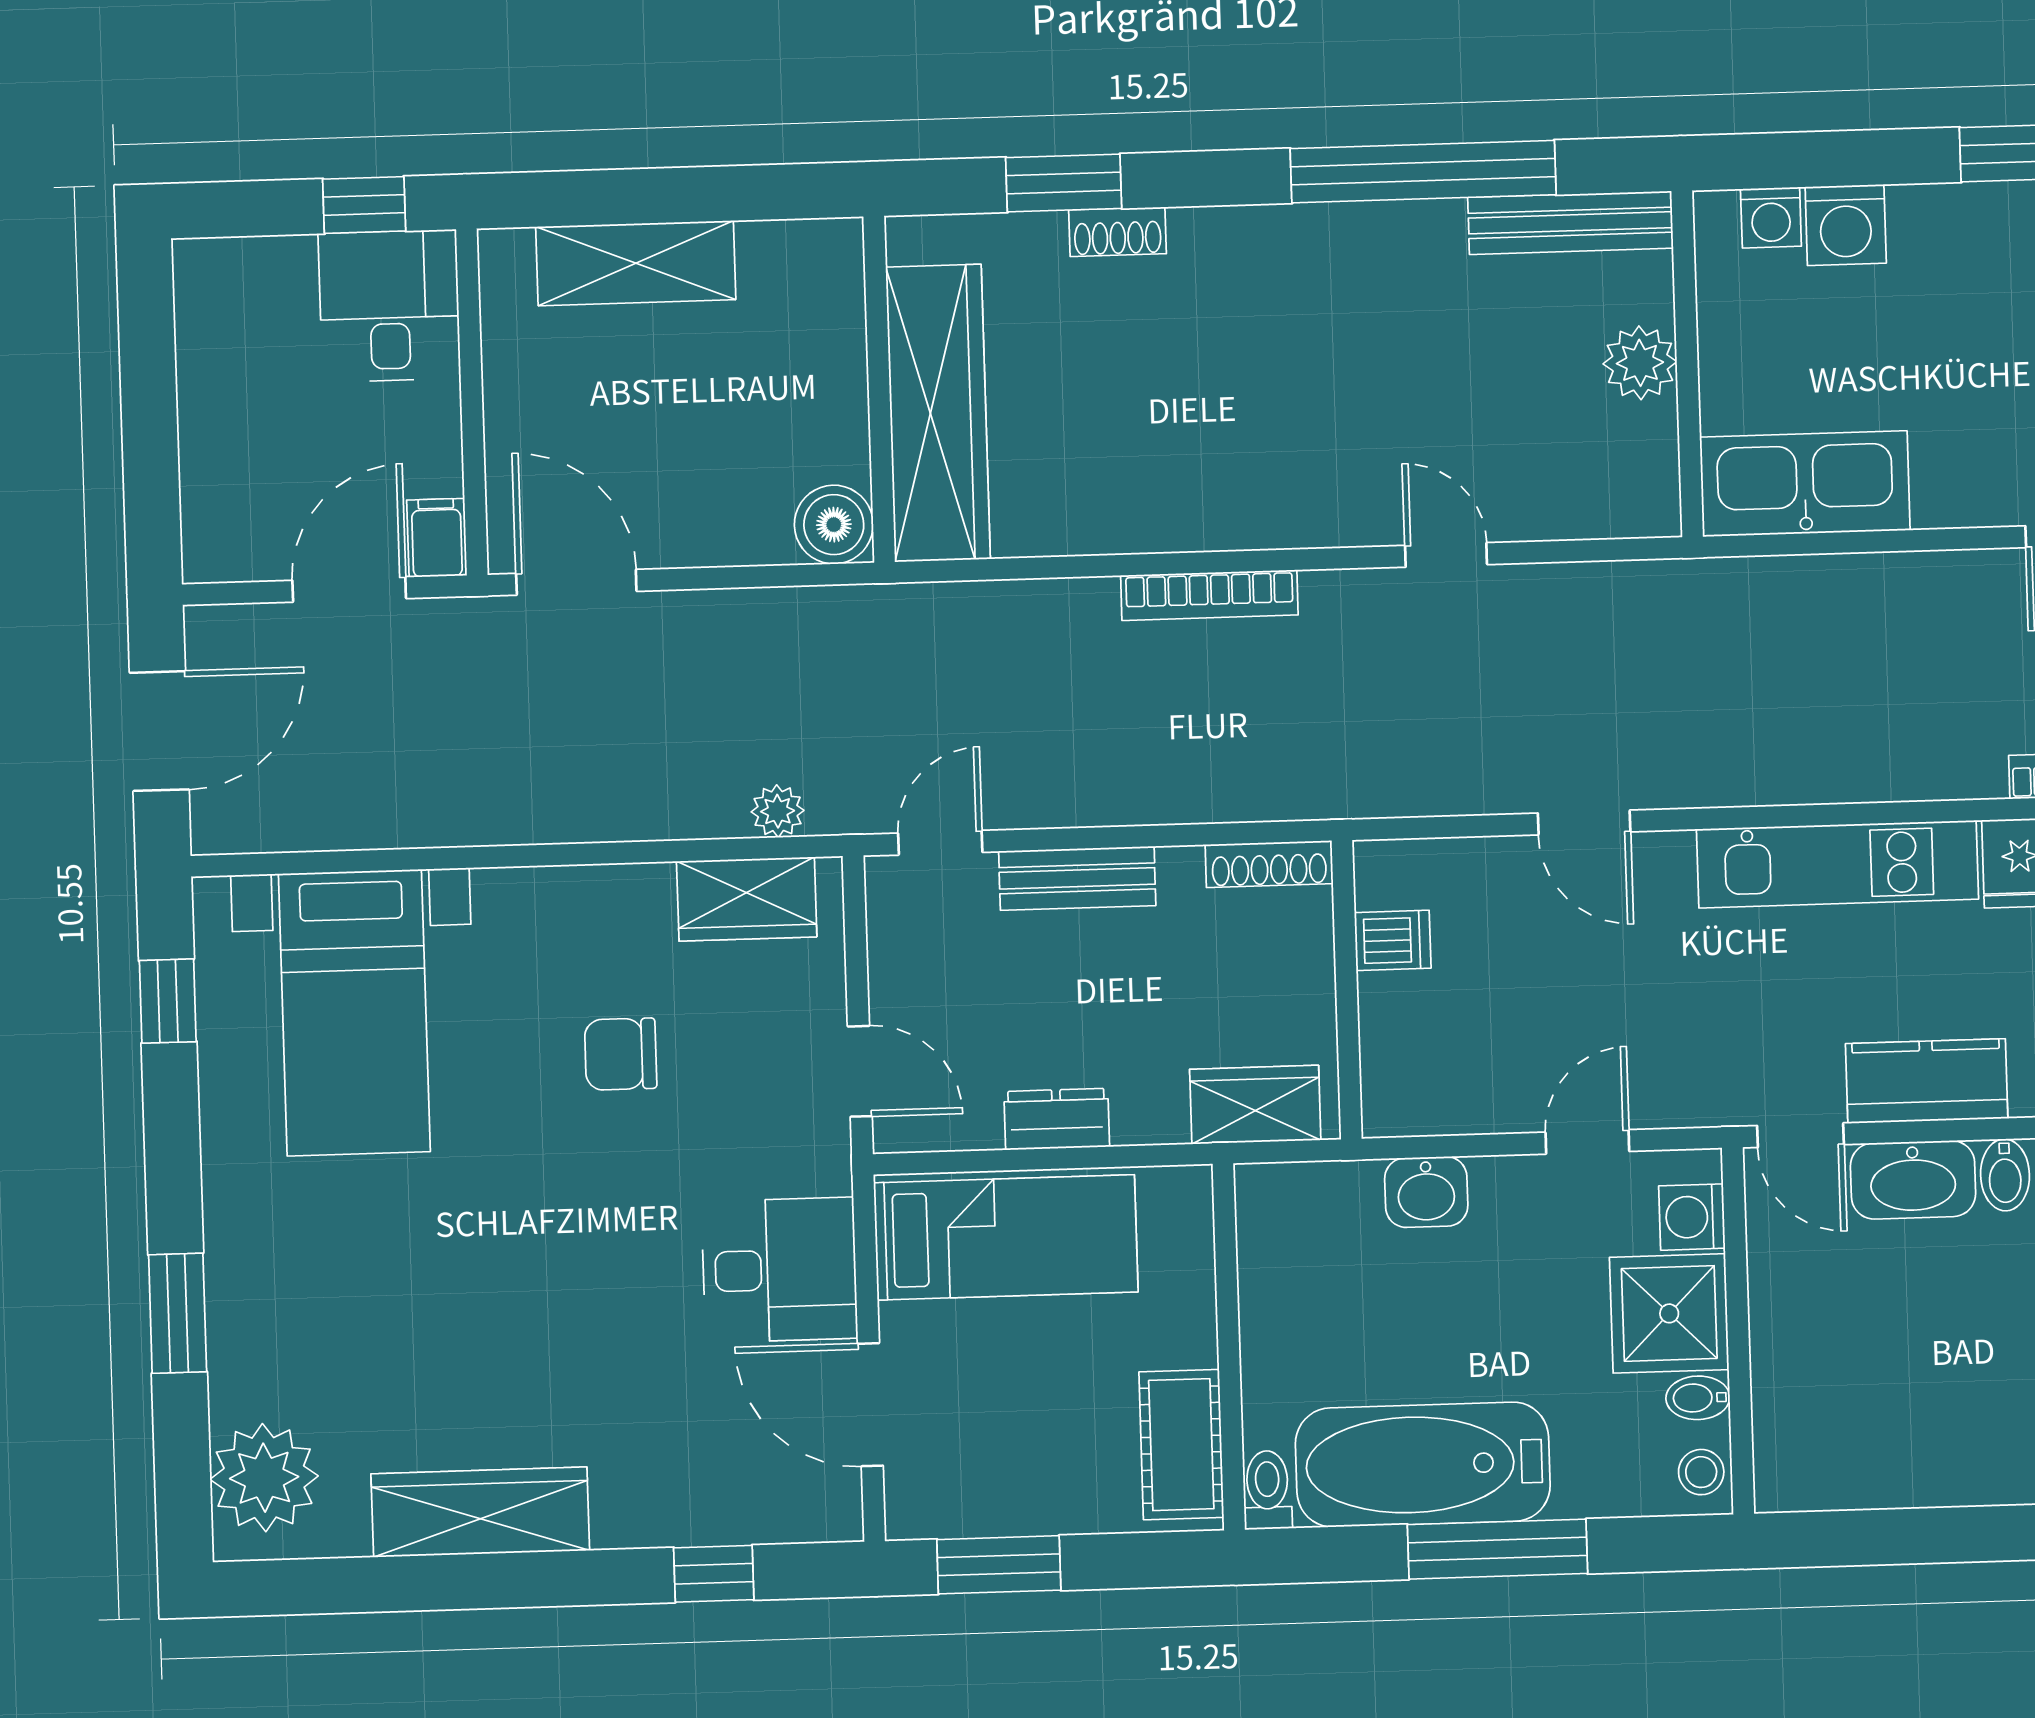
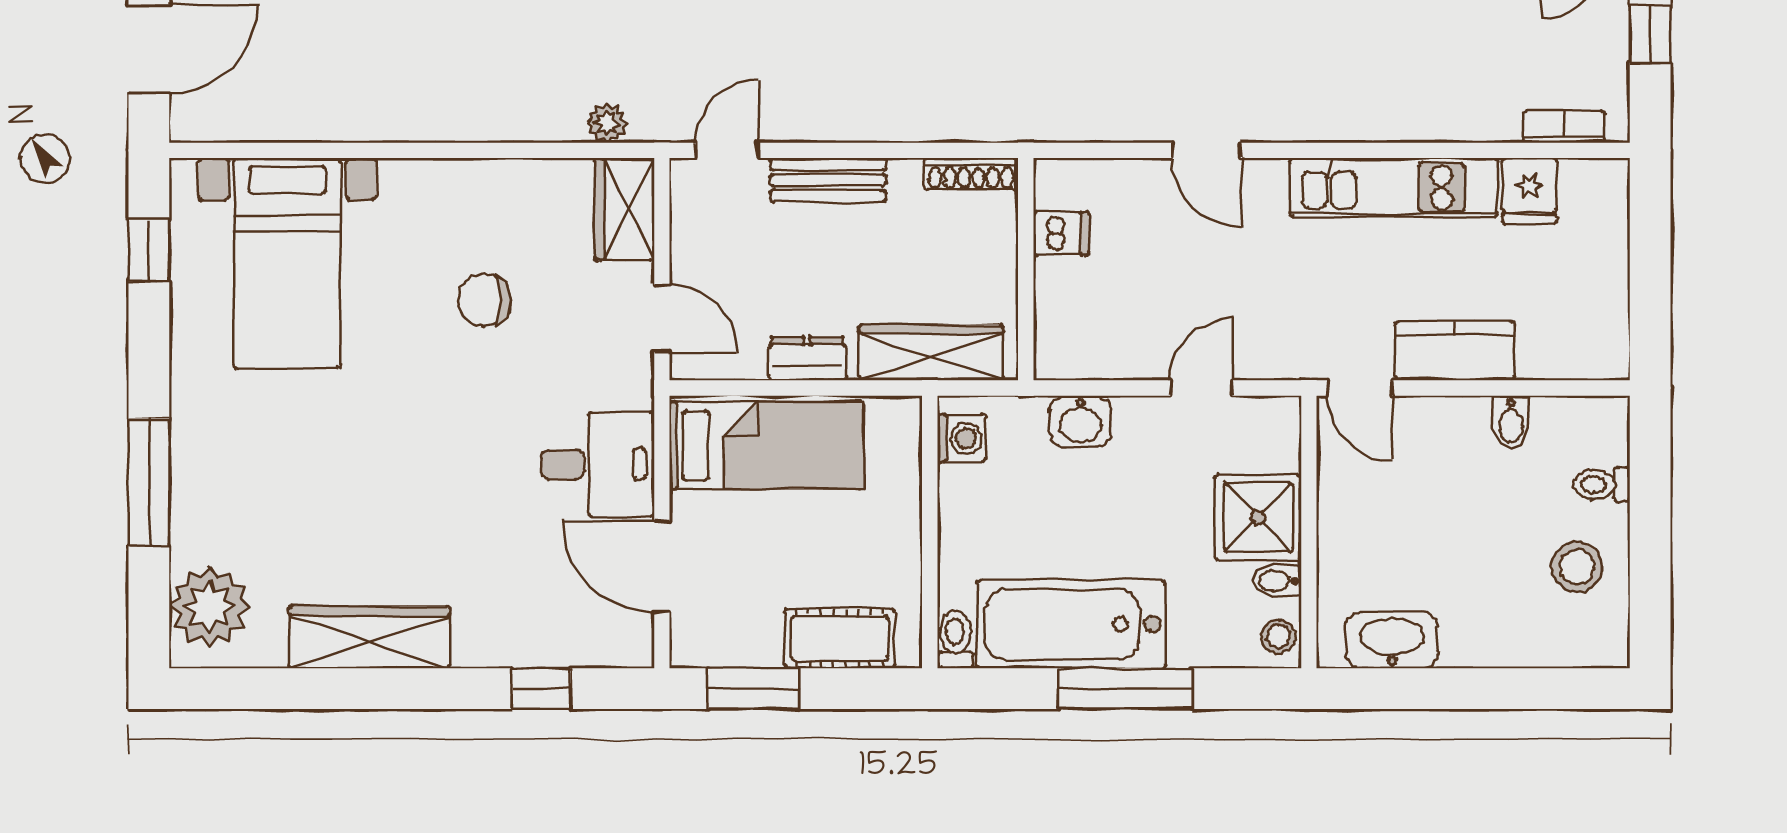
wardrobe: (747, 899) -> (625, 209), moved, turned 90
wardrobe: (1255, 1105) -> (931, 353), width x1.50
washbasin: (1913, 1180) -> (1392, 640), moved, turned 180
washing machine: (1692, 1217) -> (961, 438), moved, turned 180
window: (178, 1313) -> (149, 482), width x1.44
cot: (1181, 1445) -> (840, 639), moved, turned 90

